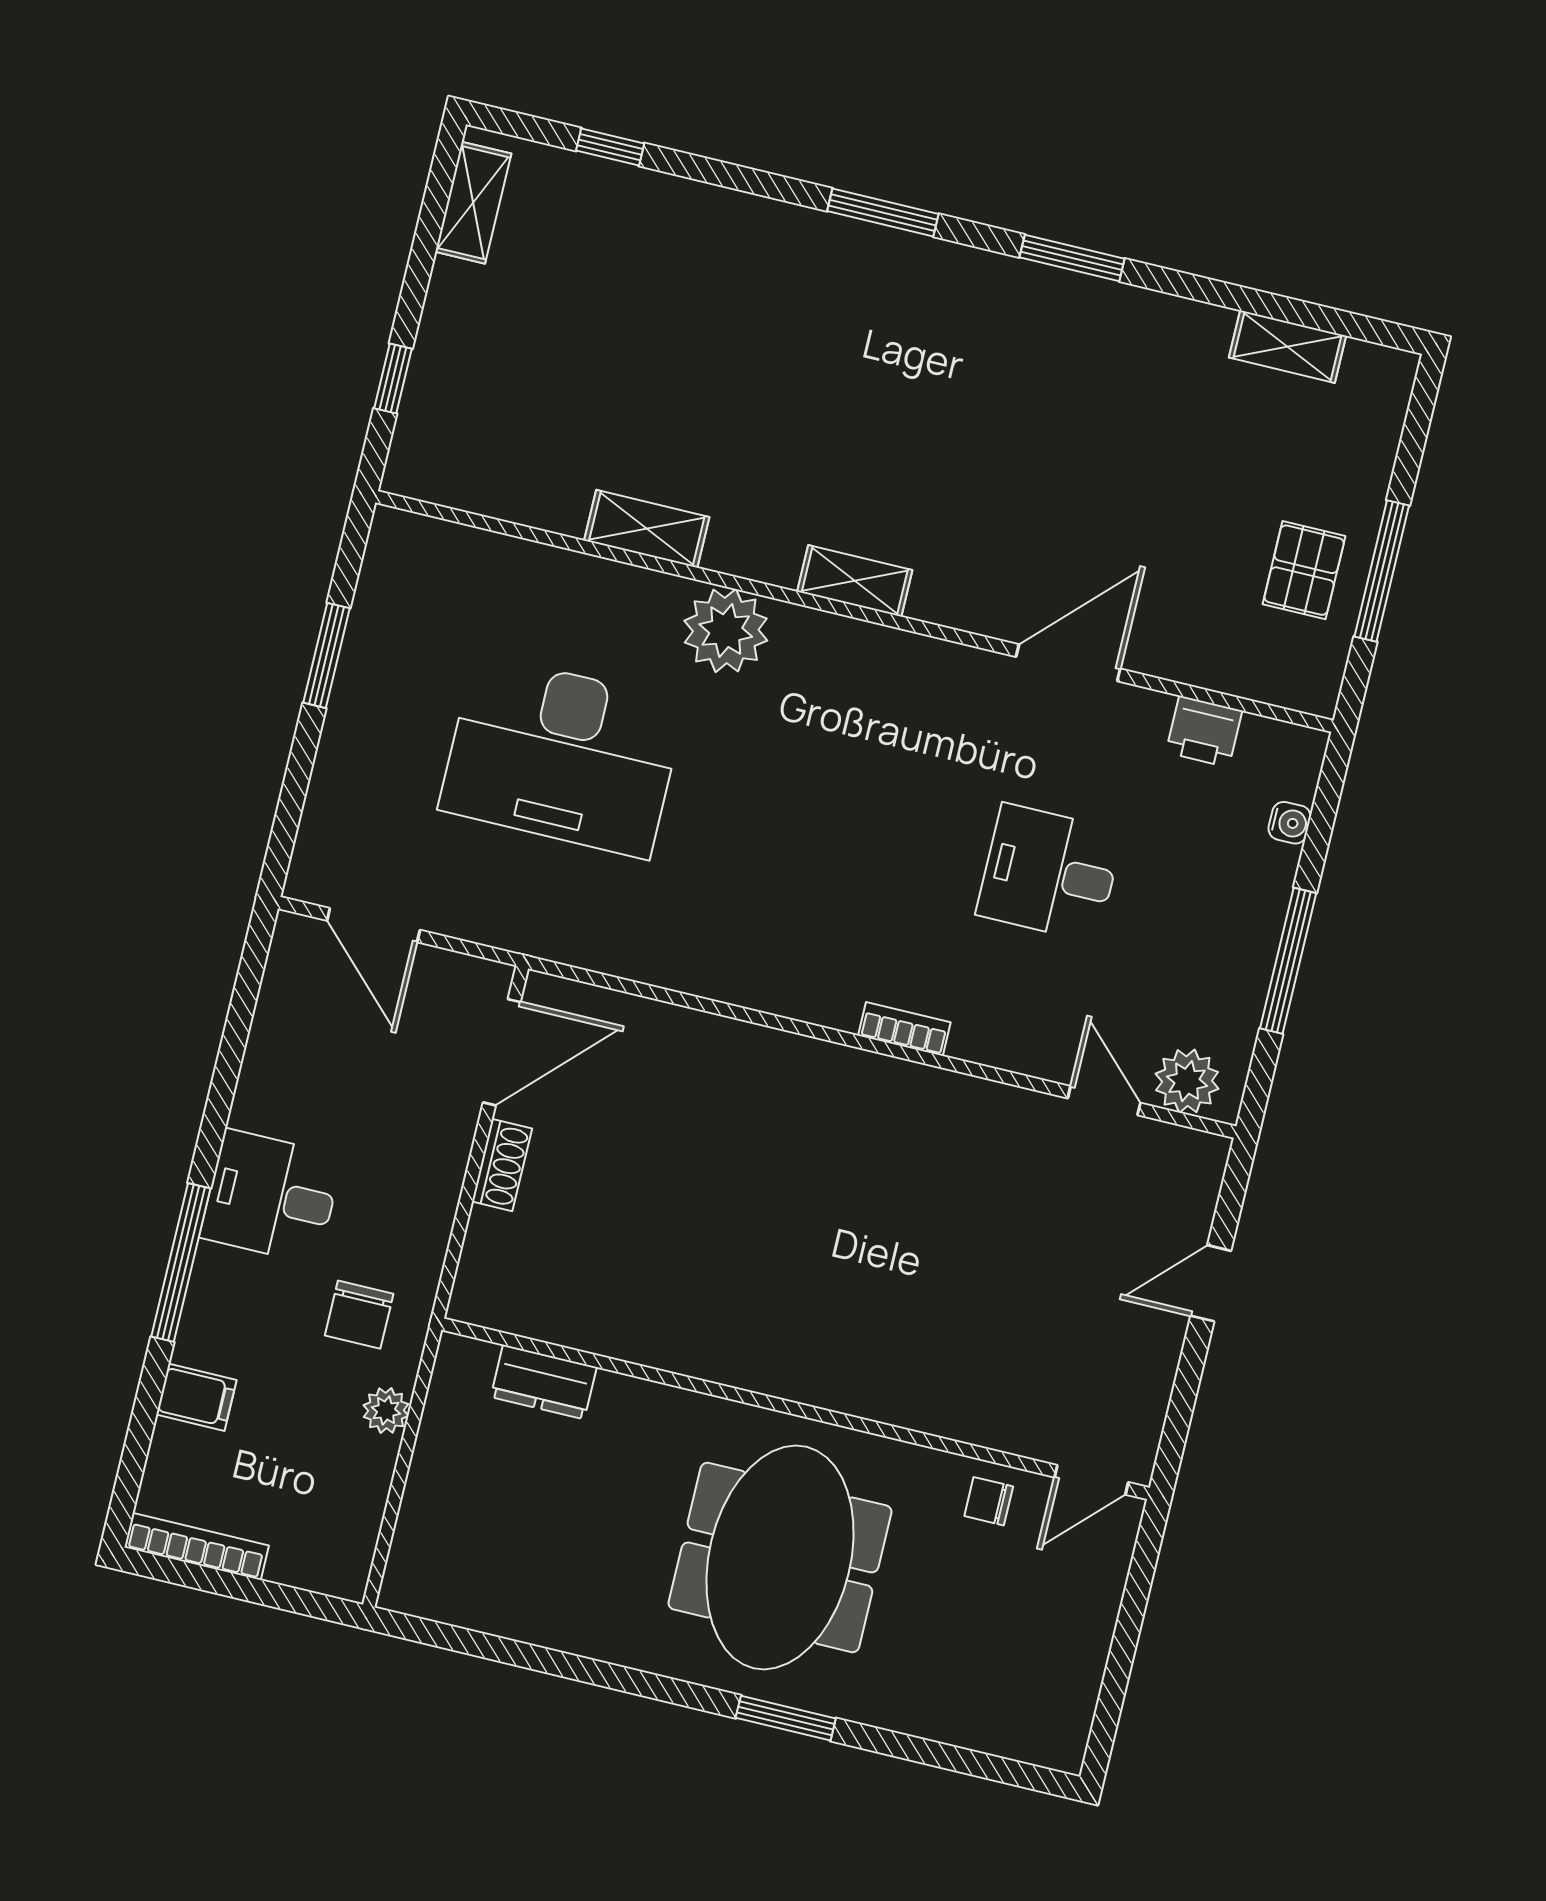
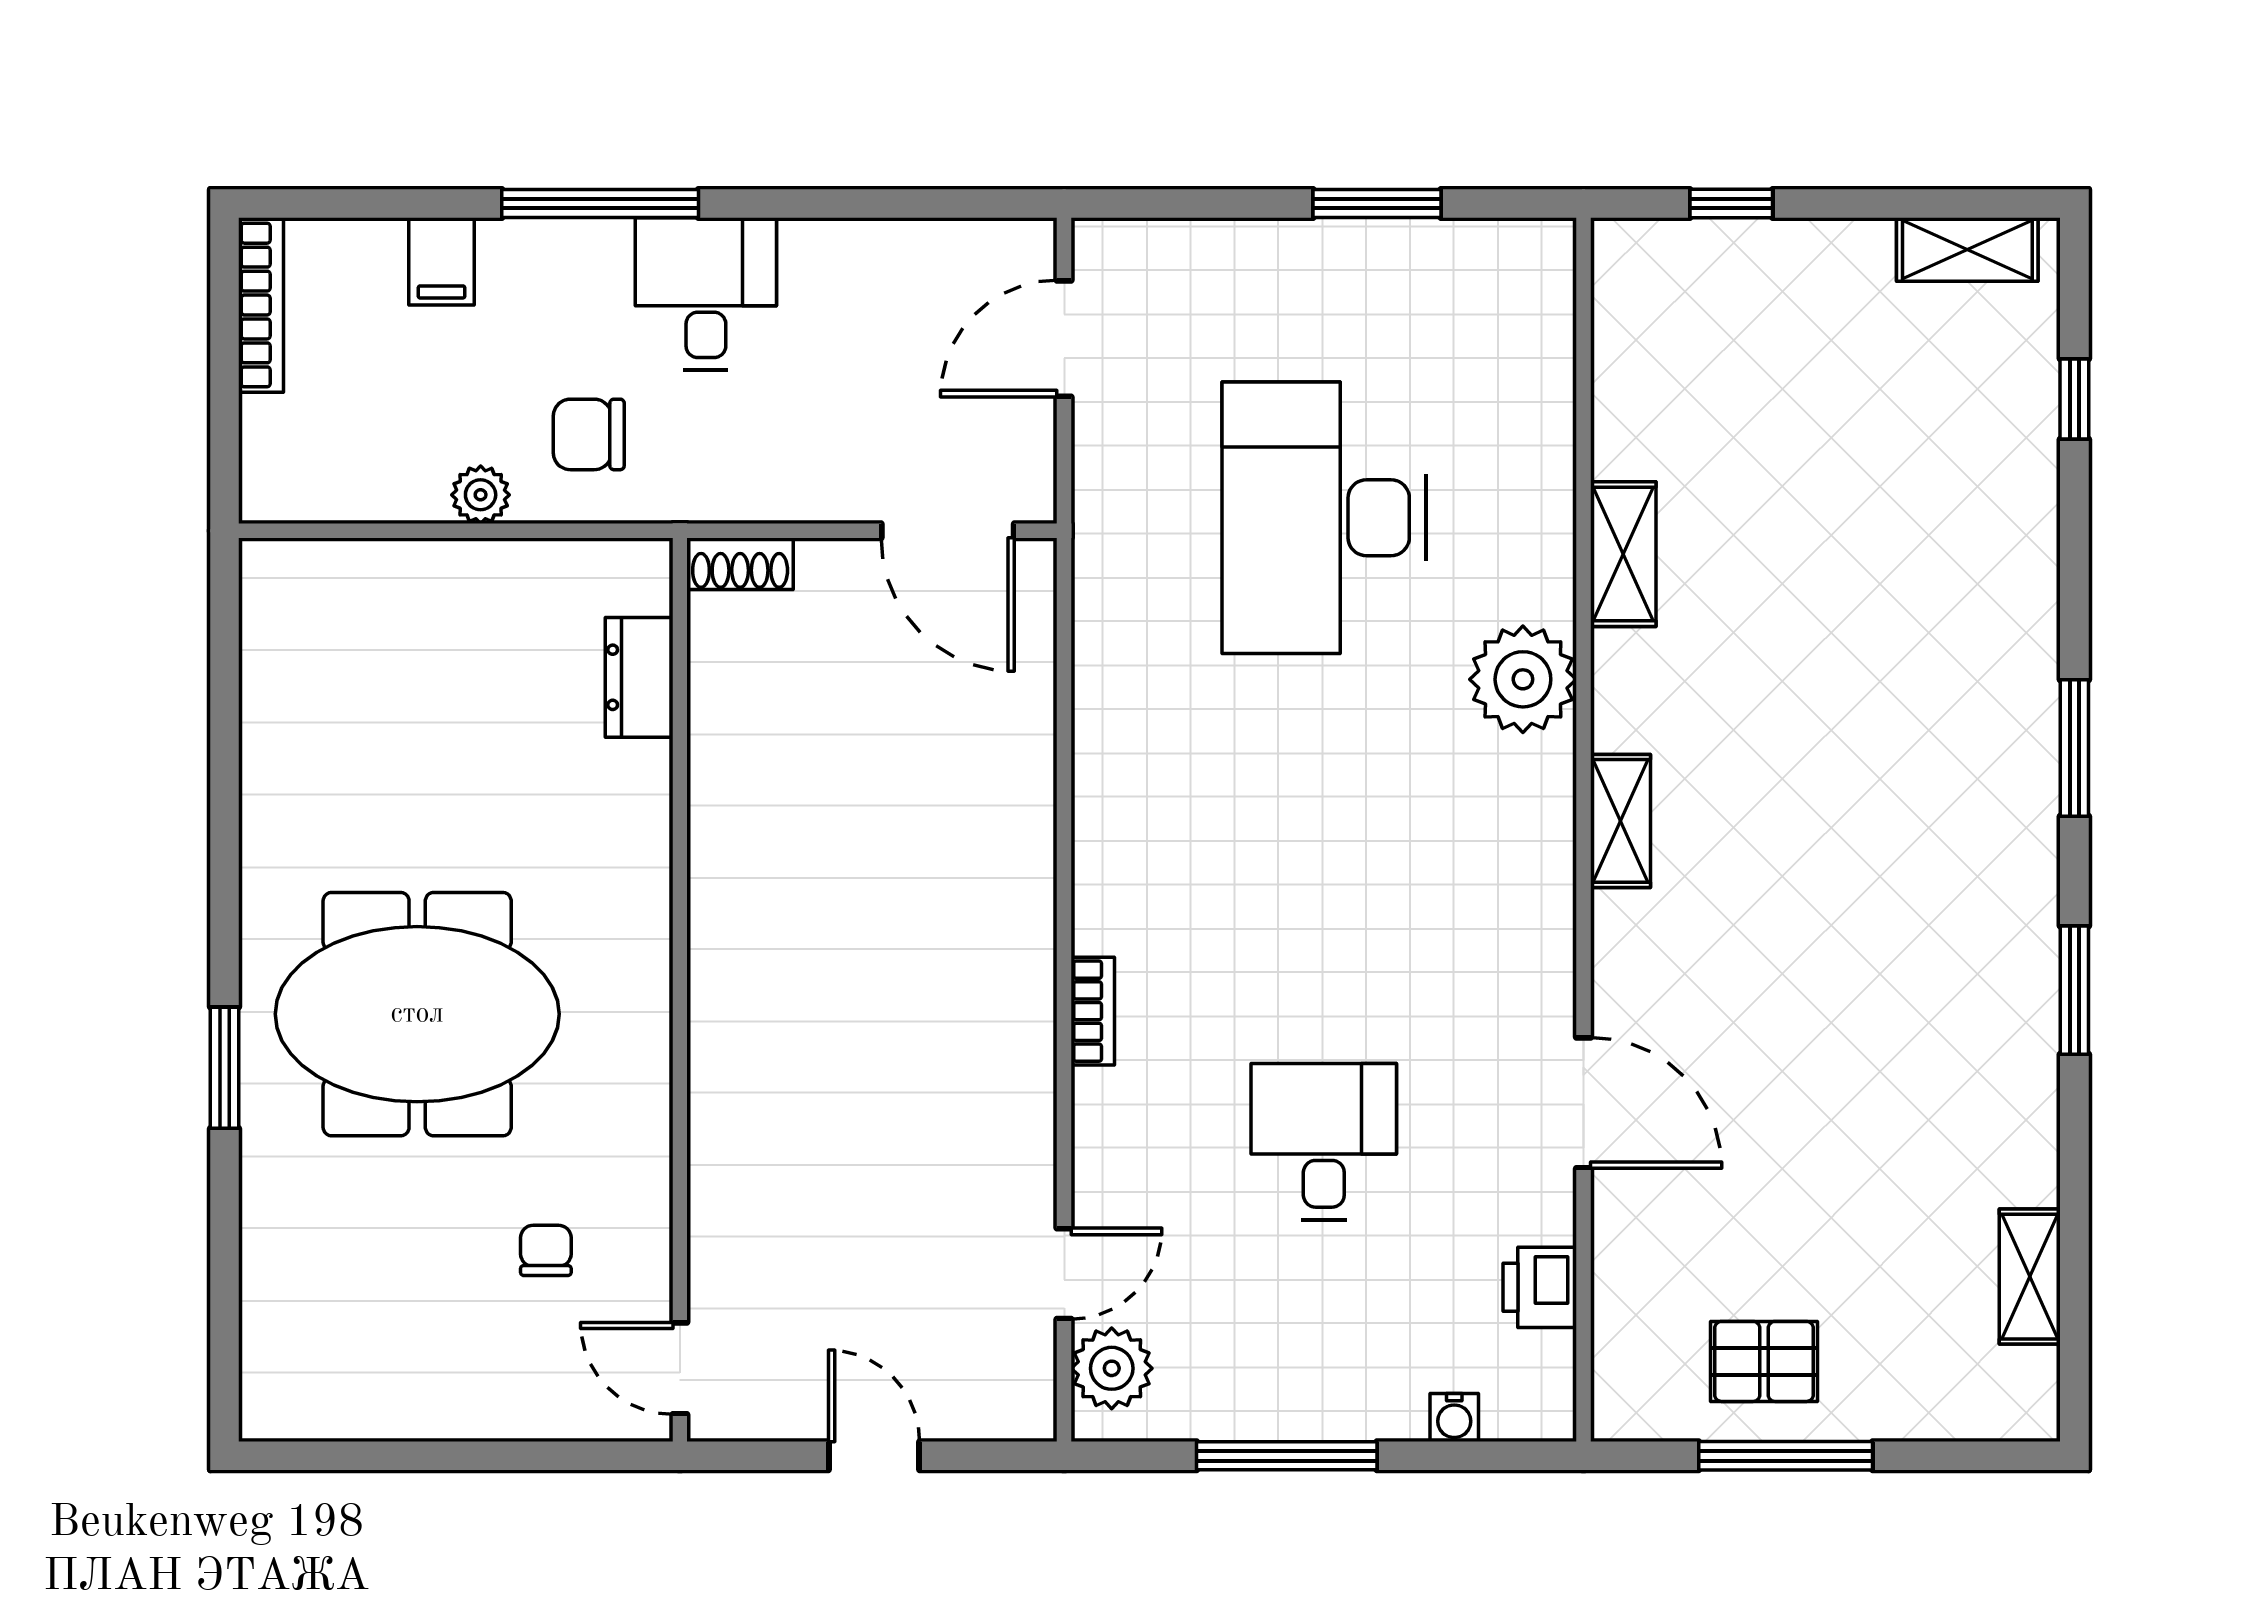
shoe rack: (502, 1165) -> (740, 564), moved
dresser: (544, 1382) -> (639, 677), moved
wall: (795, 1409) -> (680, 990), moved
door: (1091, 1480) -> (680, 1368), moved

